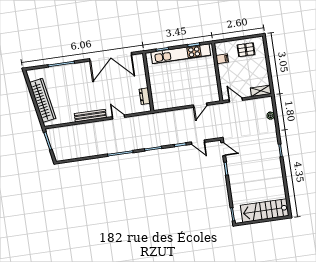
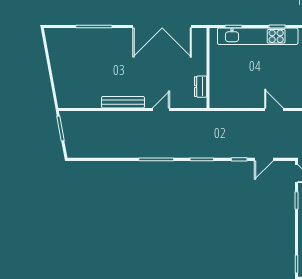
wardrobe: (43, 100) -> (61, 72), removed
door: (200, 105) -> (274, 110), swing flipped
door: (118, 117) -> (161, 110), hinge flipped
door: (198, 142) -> (264, 159), hinge flipped

